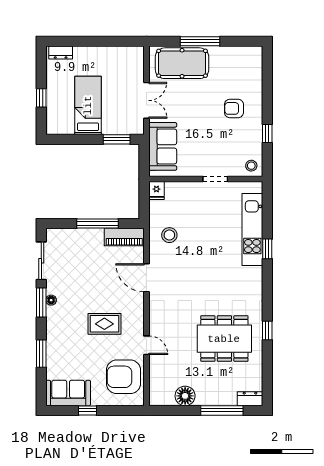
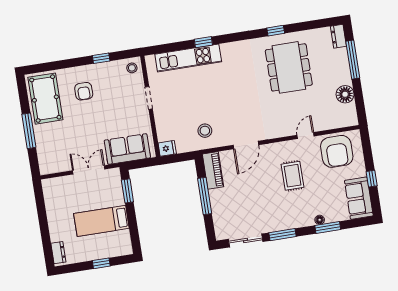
pool table: (182, 63) -> (45, 99), moved
floor lamp: (51, 300) -> (320, 220), moved

